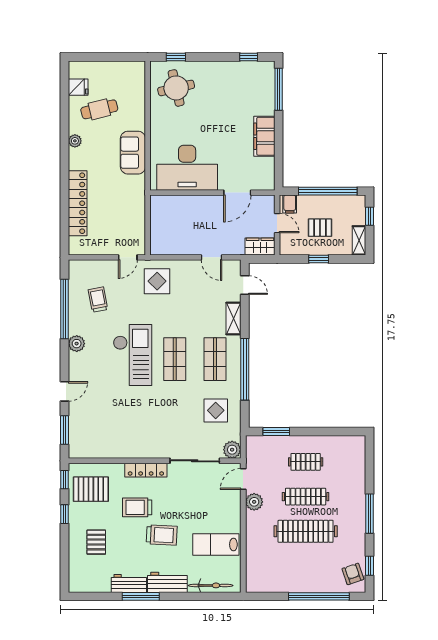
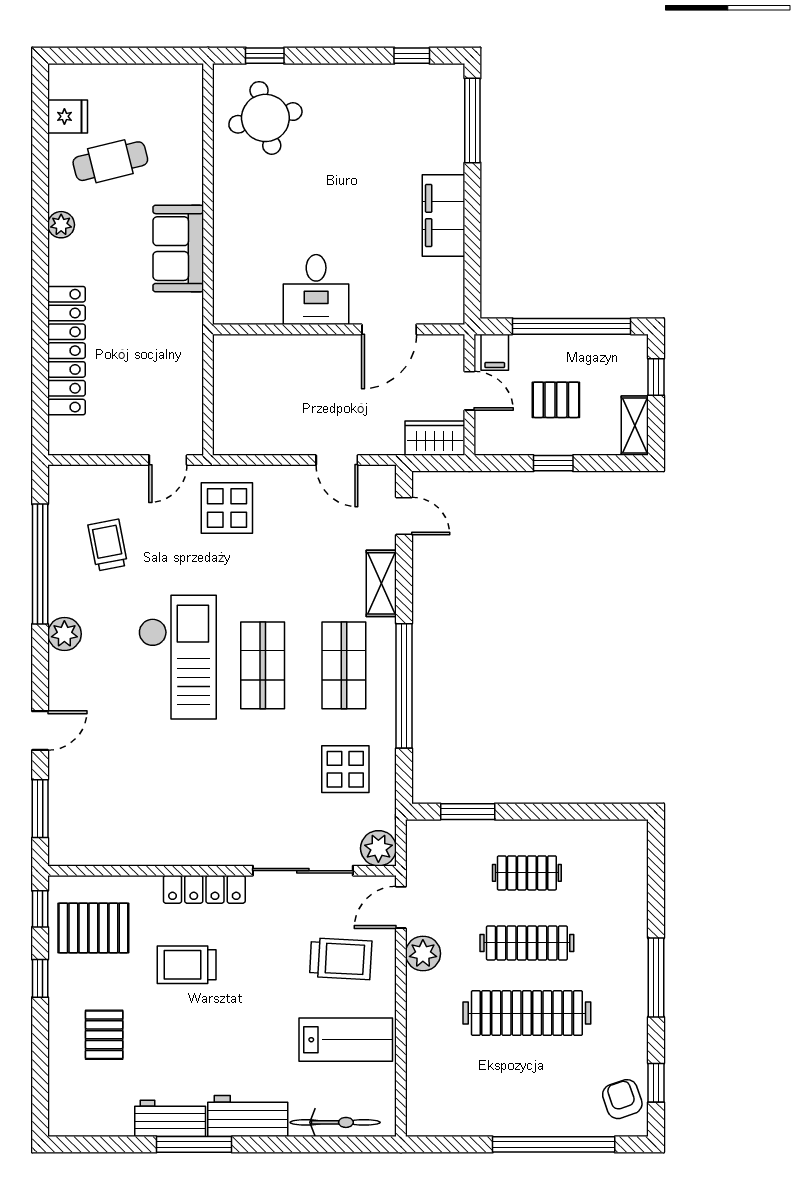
desk: (187, 168) -> (316, 290), width x0.53, depth x0.77
trolley: (162, 535) -> (341, 959), moved
lab bench: (216, 544) -> (346, 1040), turned 180

